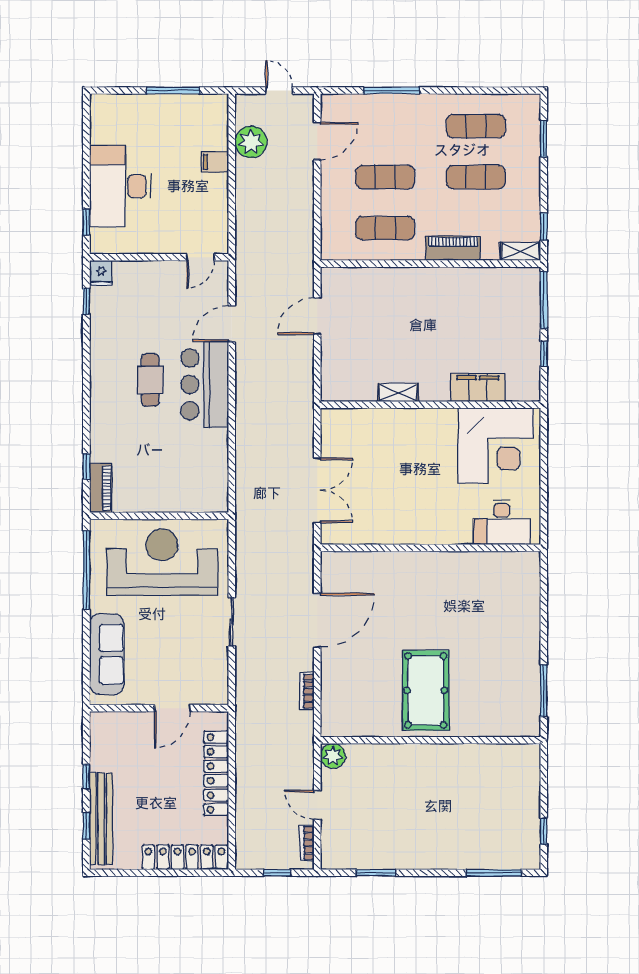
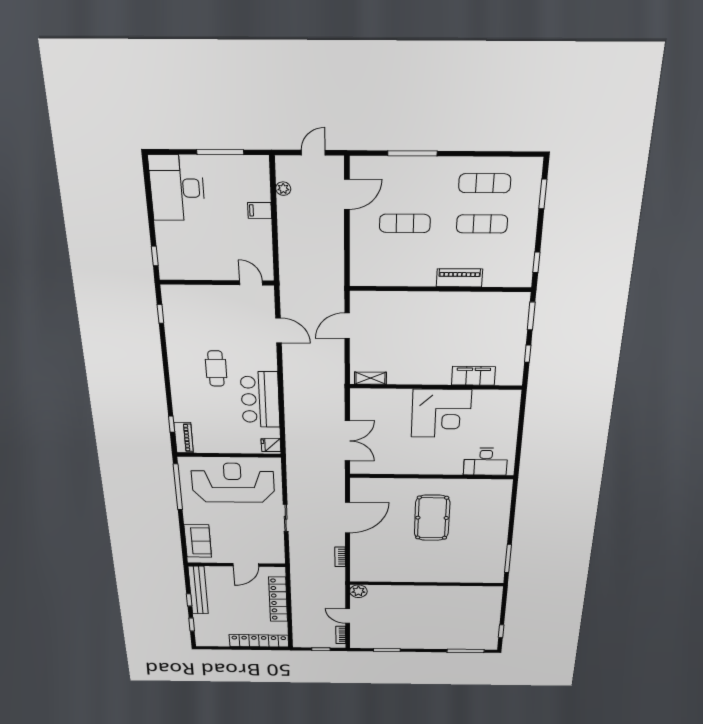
door: (279, 91) -> (313, 153), hinge flipped
plant: (251, 142) -> (283, 189), width x0.53, depth x0.53
desk: (120, 186) -> (177, 188), moved
exercise mat: (385, 228) -> (404, 262), removed
shelving: (520, 251) -> (515, 281), removed
door: (201, 257) -> (251, 283), swing flipped
fridge: (101, 273) -> (271, 445), moved, turned 90
window: (544, 300) -> (531, 316), width x0.69
door: (232, 324) -> (279, 330), swing flipped
bar counter: (205, 385) -> (260, 400), moved
shelving: (398, 392) -> (370, 378), moved
corner desk: (496, 446) -> (441, 413), moved
sofa: (107, 654) -> (198, 541), width x0.73
pool table: (426, 690) -> (432, 518), moved
bench: (101, 819) -> (198, 590), moved

